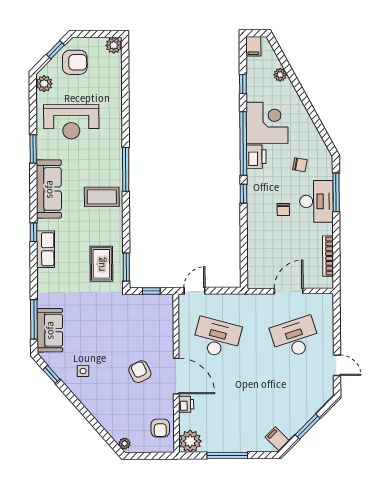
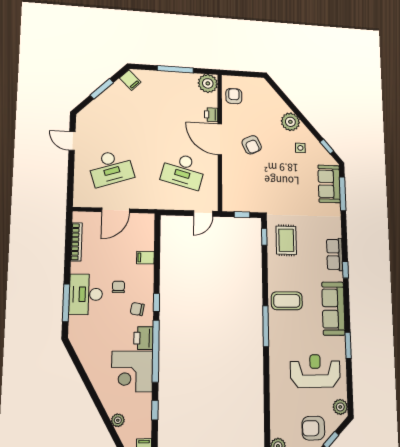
chair: (300, 165) -> (137, 309), moved
filing cabinet: (256, 241) -> (145, 258), added
window: (126, 267) -> (264, 237), width x0.67
plant: (125, 444) -> (290, 122), moved, width x1.88, depth x1.88

